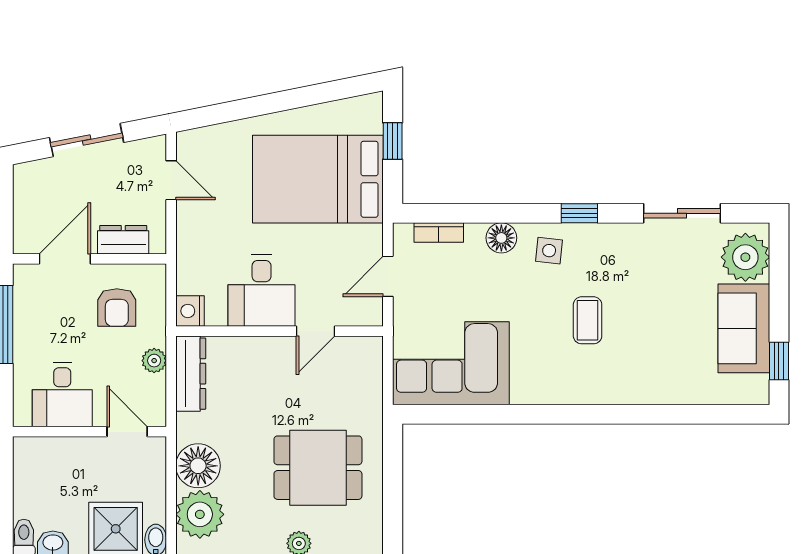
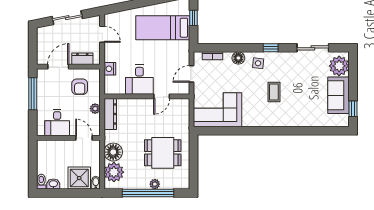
bed: (318, 179) -> (163, 28), width x0.67
nightstand: (190, 311) -> (110, 69), moved

